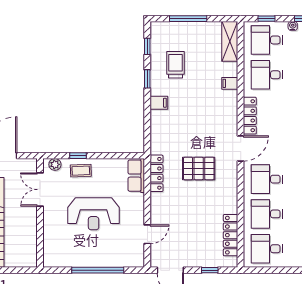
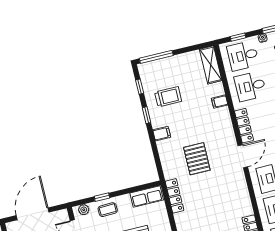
window: (188, 19) -> (156, 57), moved
trolley: (175, 65) -> (168, 97), turned 90
pallet: (199, 168) -> (197, 159), moved, turned 90
row of seats: (136, 176) -> (147, 196), moved, turned -90

